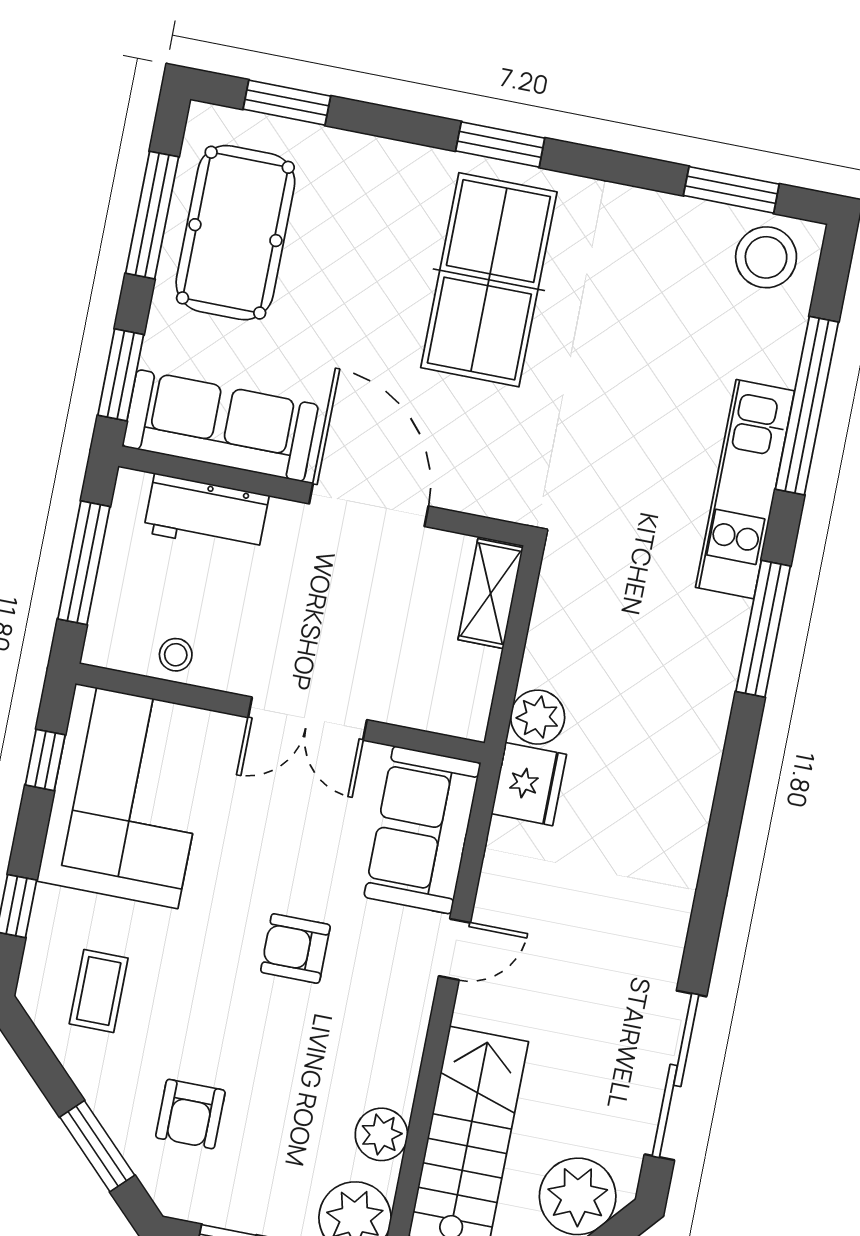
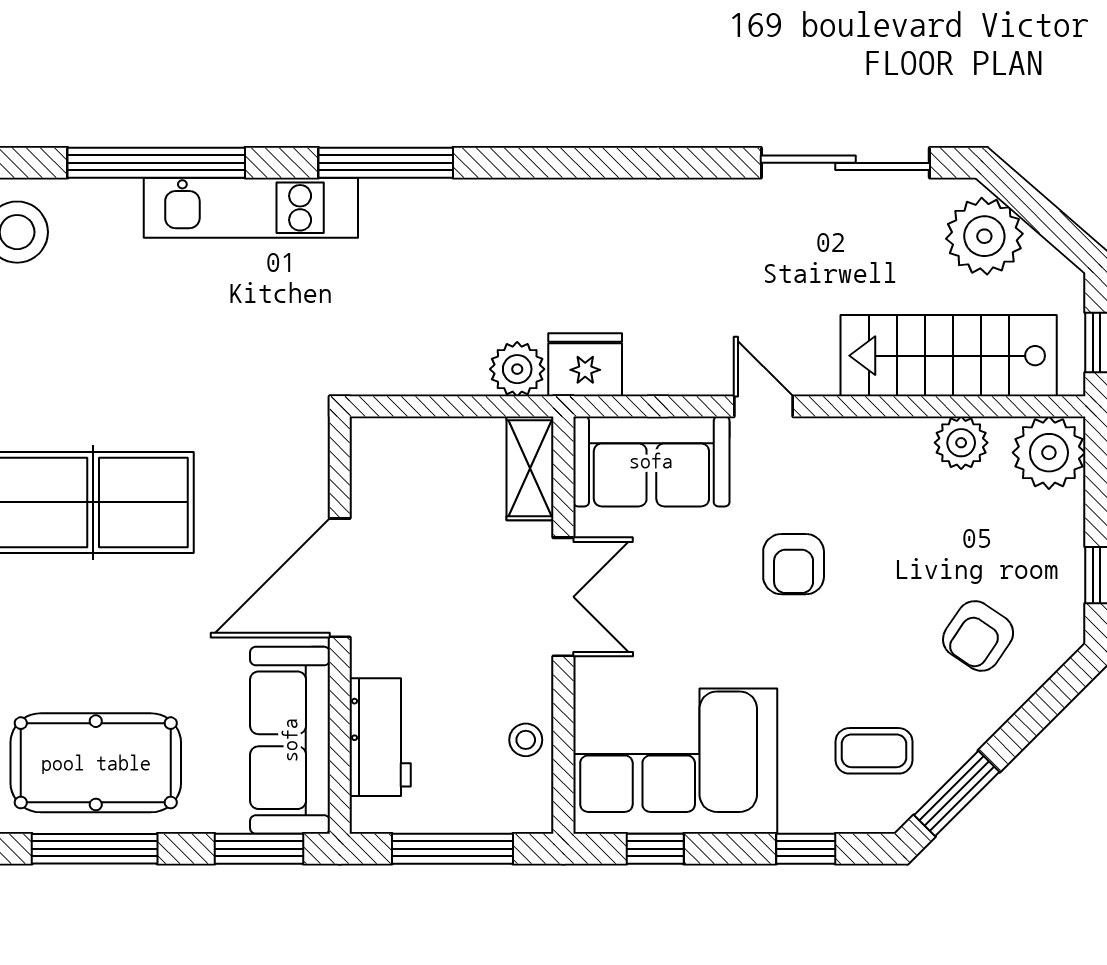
shelving: (491, 594) -> (530, 468), moved, turned 90
armchair: (190, 1114) -> (978, 636), turned 124
window: (97, 1146) -> (957, 793), moved

